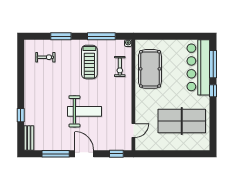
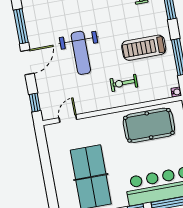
exercise bike: (120, 67) -> (124, 83), moved
door: (133, 131) -> (68, 119), swing flipped

